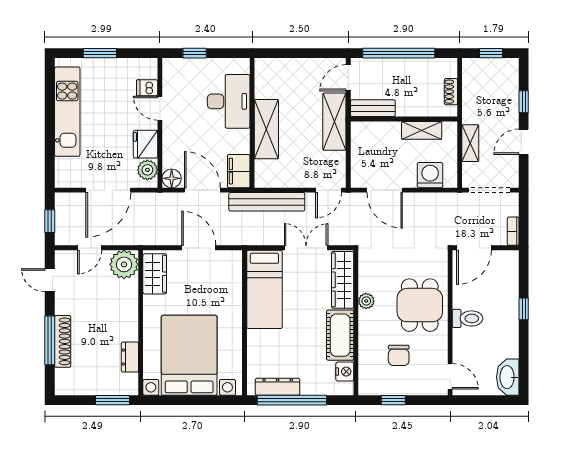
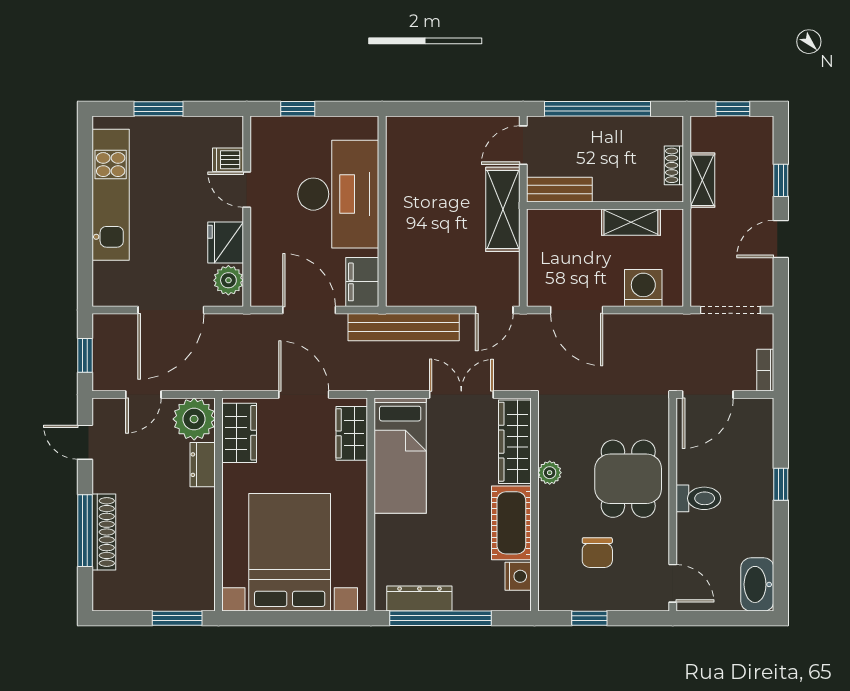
desk: (229, 101) -> (338, 194), width x1.36, depth x1.30
shelving: (266, 129) -> (403, 220), removed
shelving: (470, 143) -> (702, 180), moved
floor lamp: (172, 178) -> (264, 293), removed
wardrobe: (231, 274) -> (352, 433), added
dresser: (130, 357) -> (203, 465), moved

